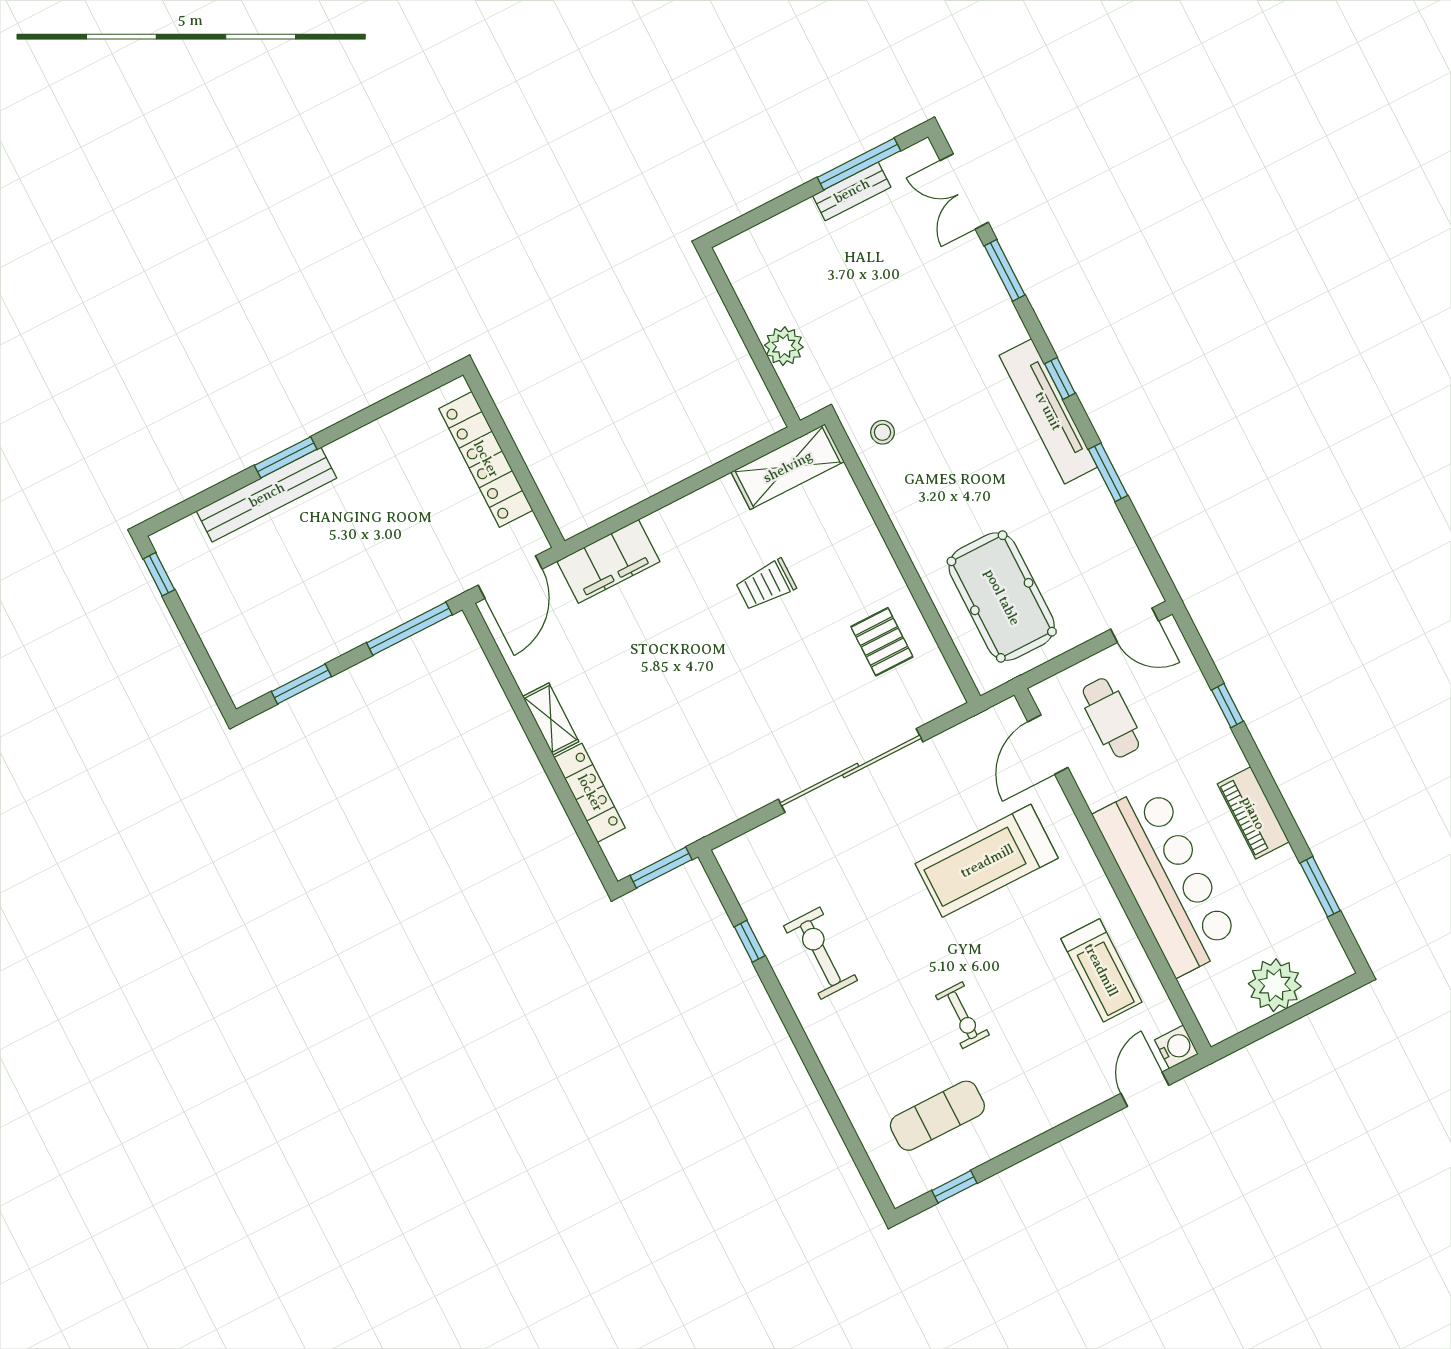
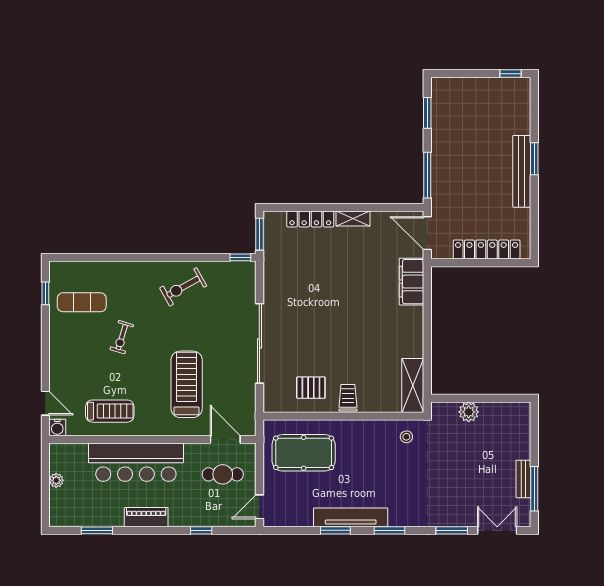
window: (1060, 378) -> (389, 530), width x1.50
tv unit: (1048, 411) -> (351, 517), moved
bench: (267, 495) -> (522, 171), moved
trolley: (766, 585) -> (348, 398), moved
window: (750, 941) -> (240, 257), moved
exercise bike: (820, 953) -> (183, 287), turned 151
treadmill: (1101, 970) -> (110, 411), turned 180
plant: (1275, 985) -> (56, 480), width x0.53, depth x0.53
exercise bike: (962, 1015) -> (122, 337), turned -73
exercise mat: (937, 1116) -> (82, 302), turned 90

